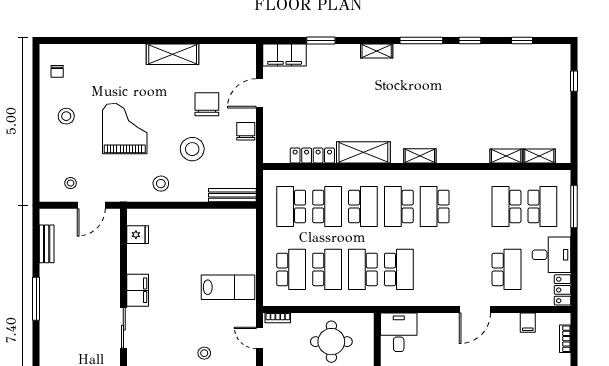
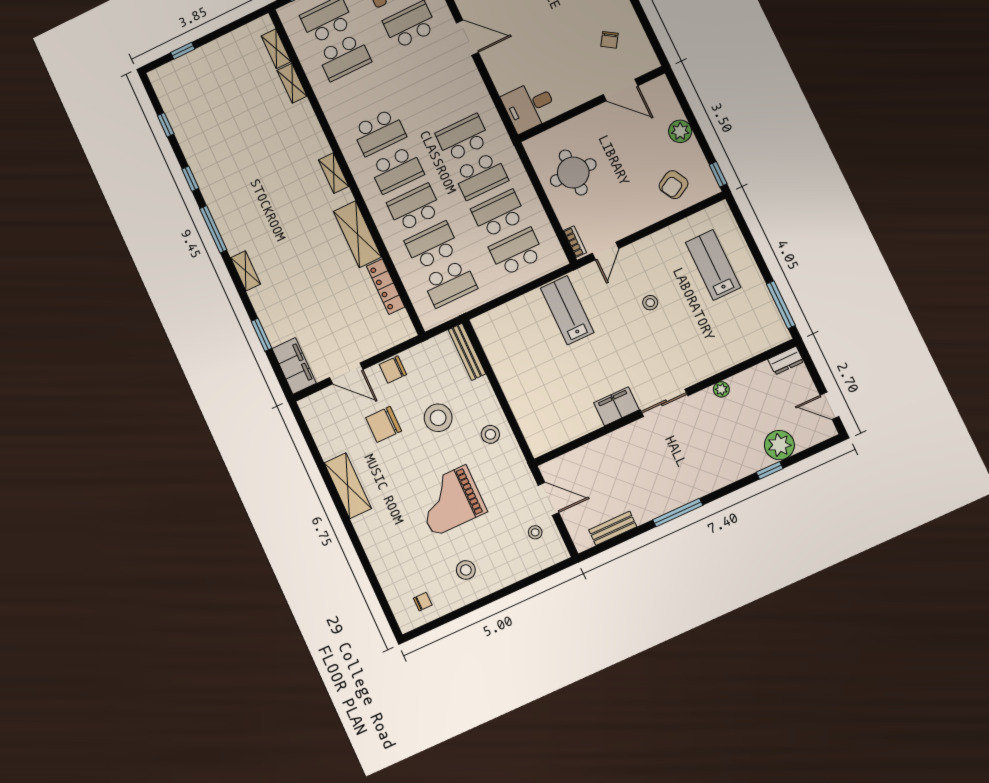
fridge: (138, 235) -> (557, 434), removed

